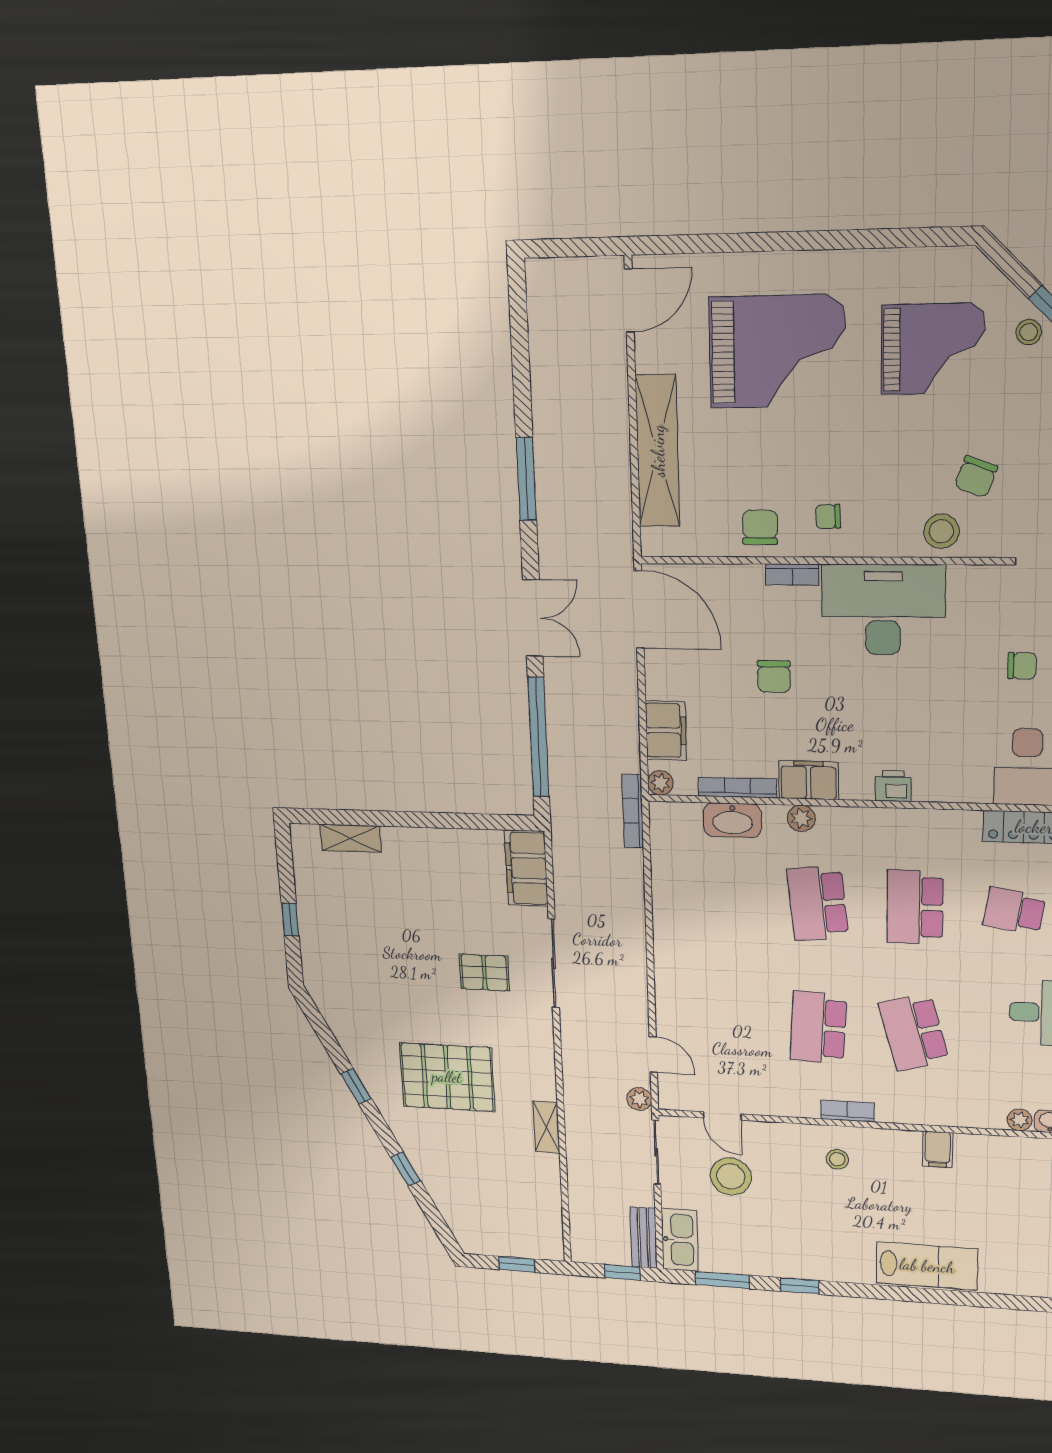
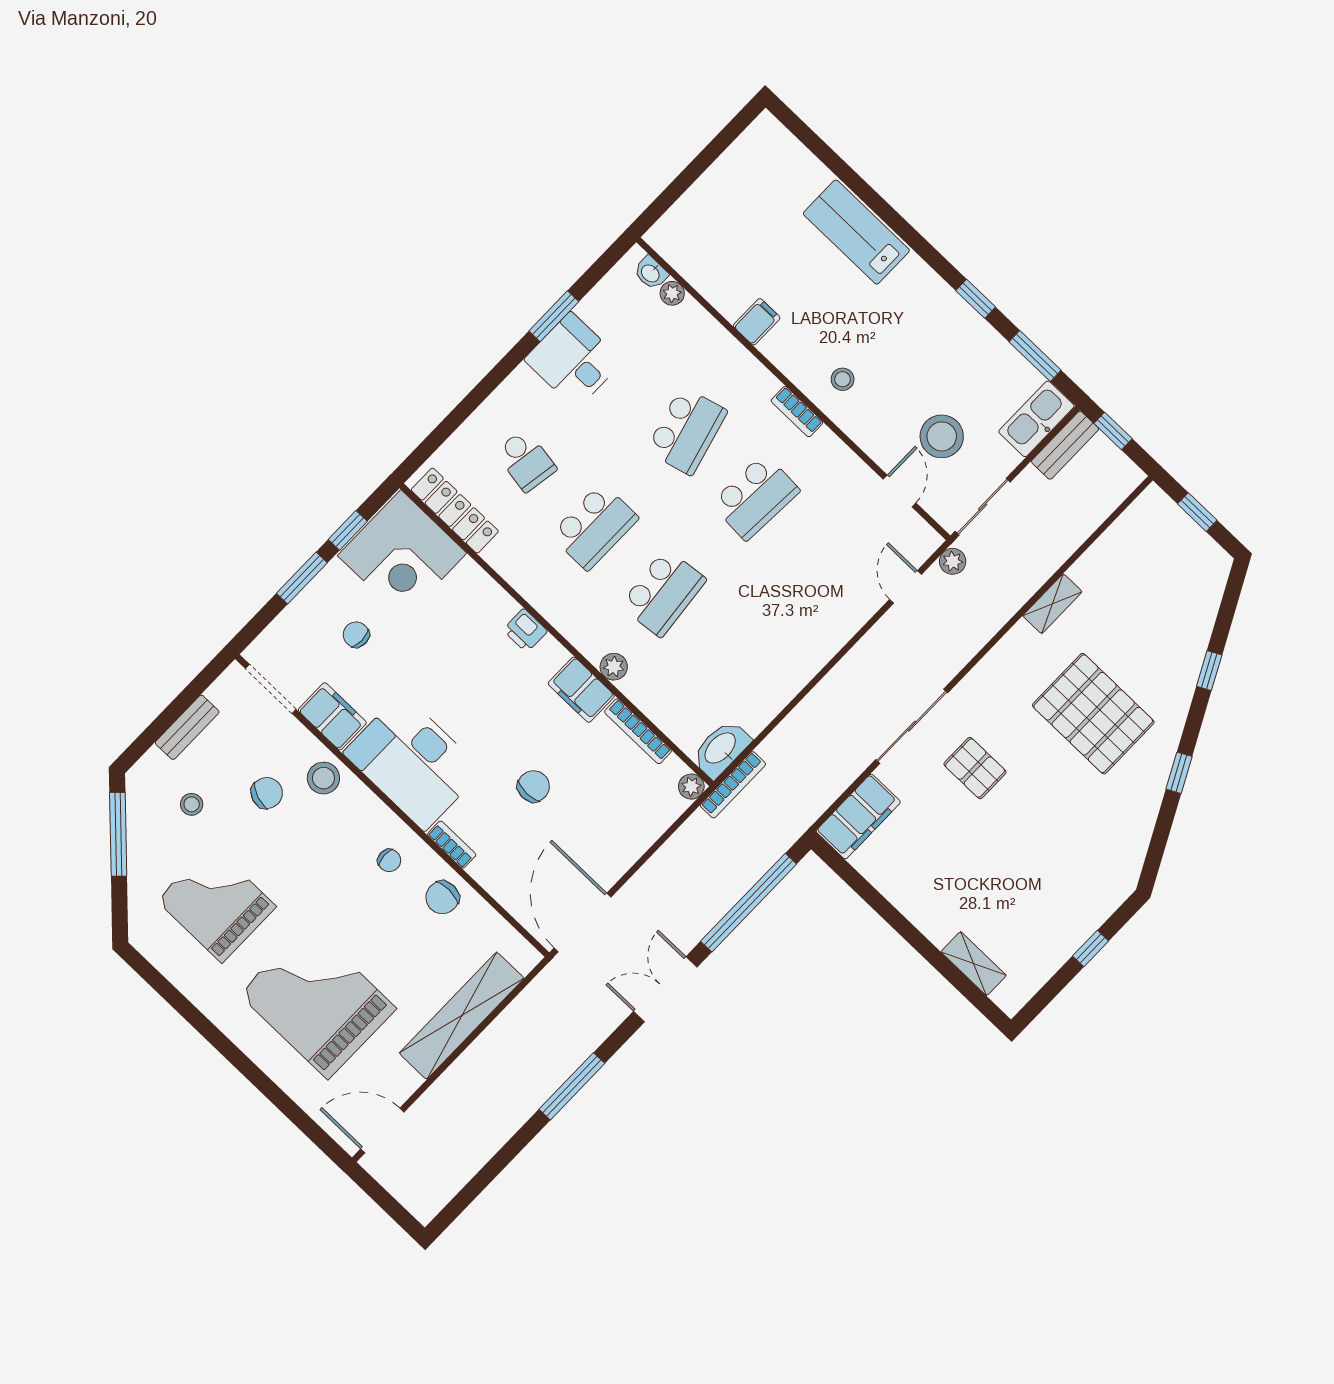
stool: (1029, 332) -> (192, 804), moved
filing cabinet: (666, 730) -> (332, 716), moved, turned 90
washbasin: (732, 820) -> (721, 749), moved, turned -90

